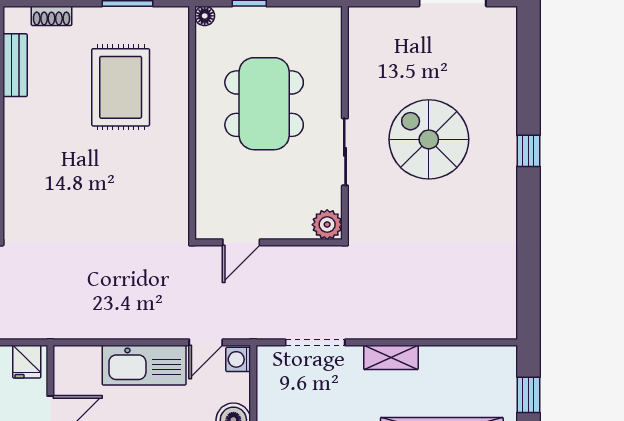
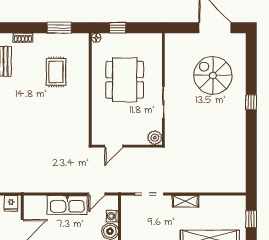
rug: (121, 87) -> (56, 72), width x0.73, depth x0.70
spiral stairs: (429, 139) -> (213, 75), moved
washing machine: (238, 359) -> (112, 216), moved

